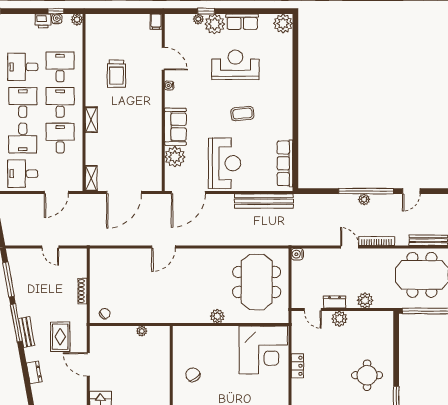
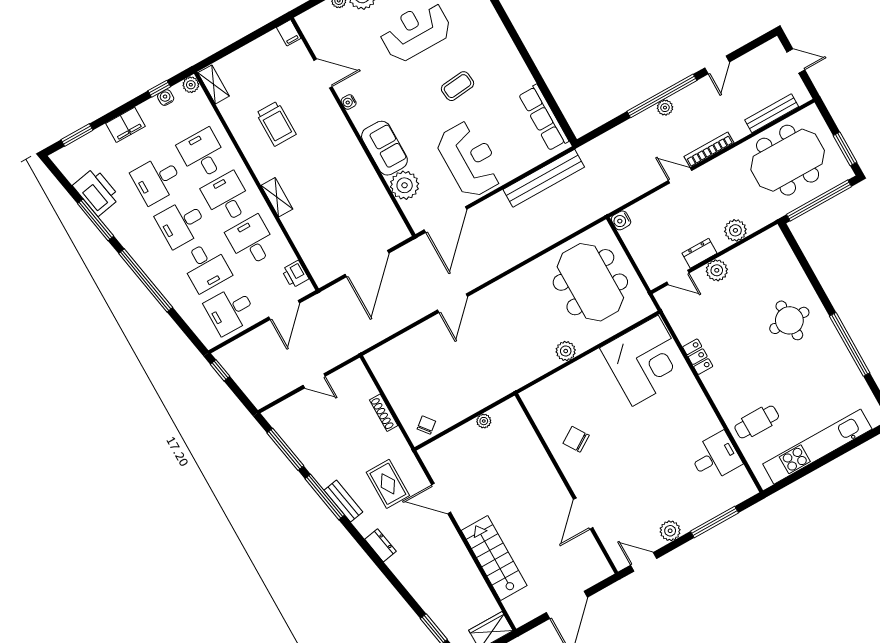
printer: (43, 21) -> (295, 274), moved, turned 90
filing cabinet: (22, 22) -> (125, 125), added
desk: (23, 102) -> (181, 223), turned -90
shelving: (91, 178) -> (214, 84), moved

